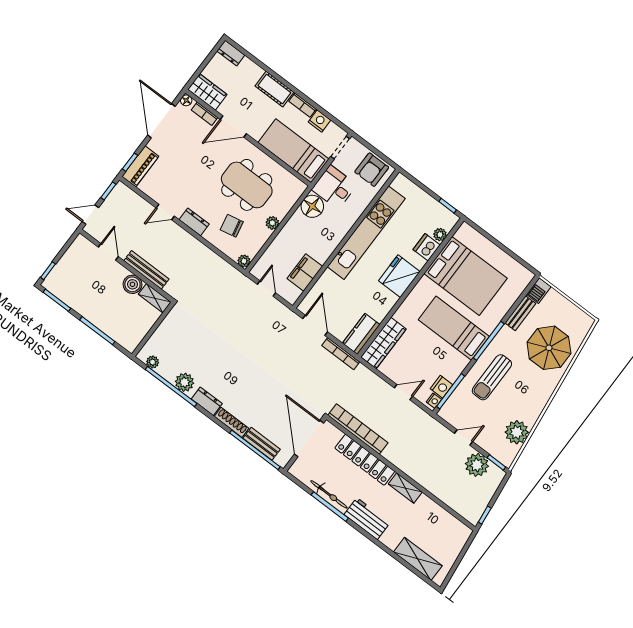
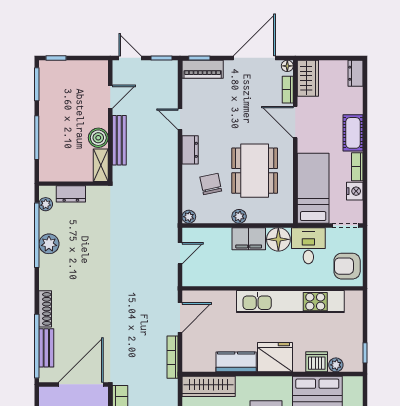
filing cabinet: (305, 272) -> (249, 239), moved, turned 180
kitchen counter: (361, 334) -> (236, 362), moved
dresser: (207, 401) -> (71, 194), moved, turned 90

